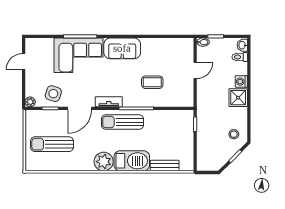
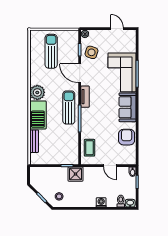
armchair: (160, 50) -> (127, 137), added
coffee table: (152, 82) -> (89, 148), moved
shower: (238, 98) -> (75, 174), moved

